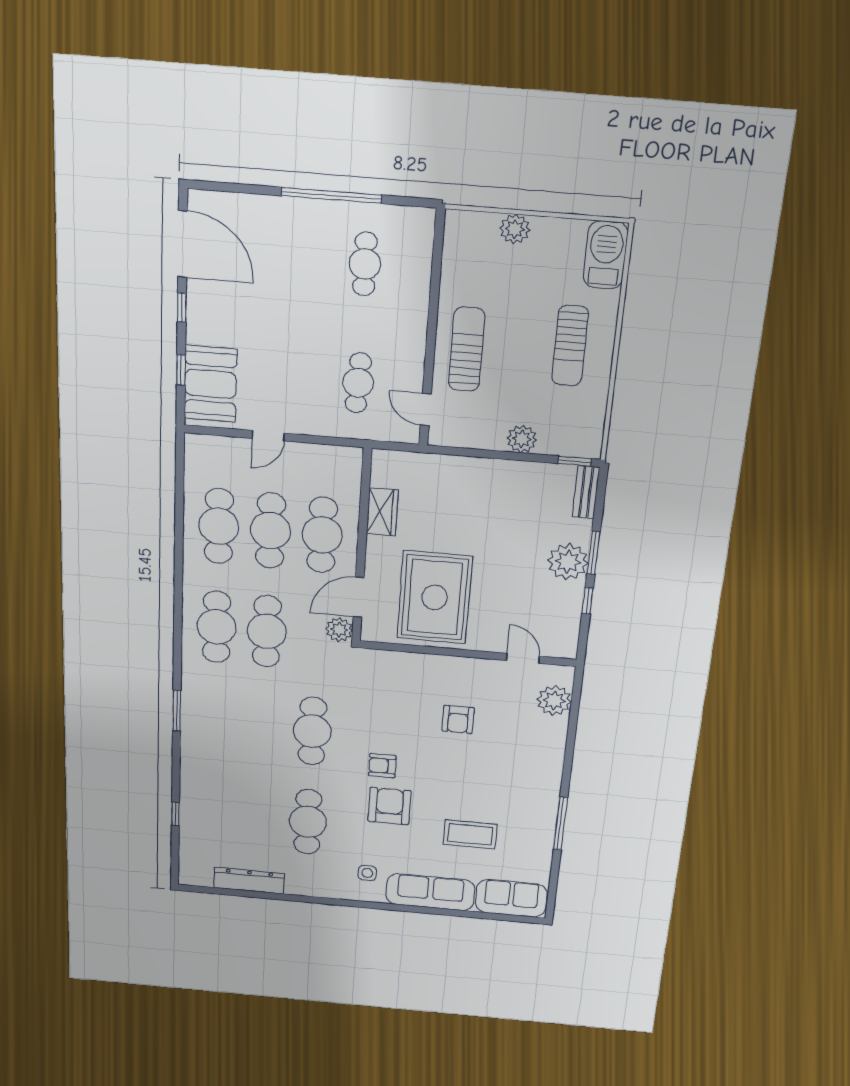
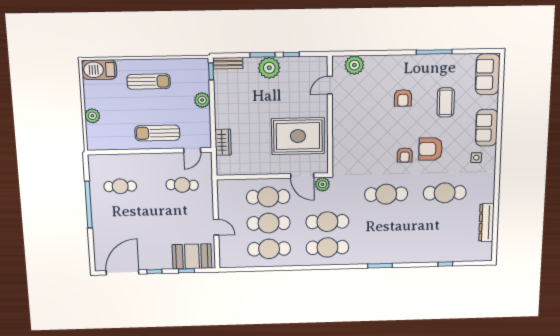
wardrobe: (382, 512) -> (223, 142), moved, turned 90
armchair: (458, 719) -> (403, 98), moved, turned 90
sofa: (430, 892) -> (487, 128), width x0.73

